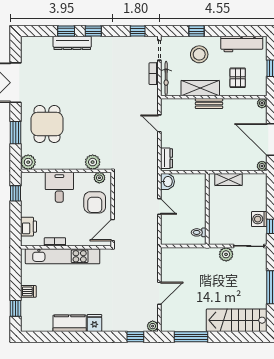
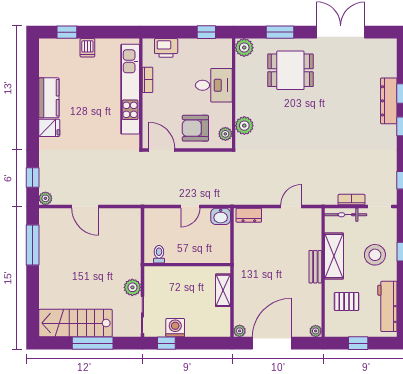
stairs: (237, 320) -> (75, 323), moved, turned -90

